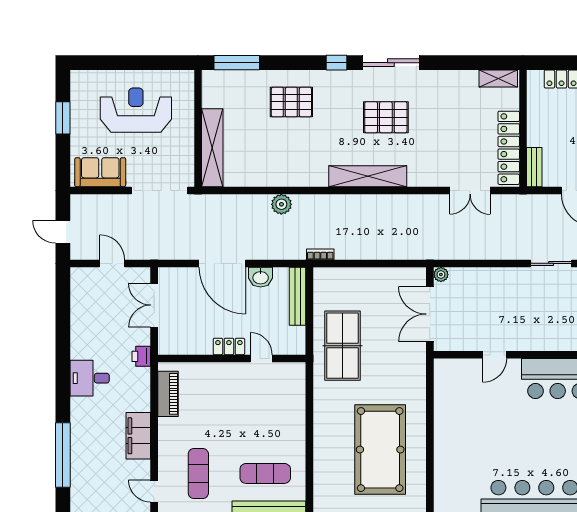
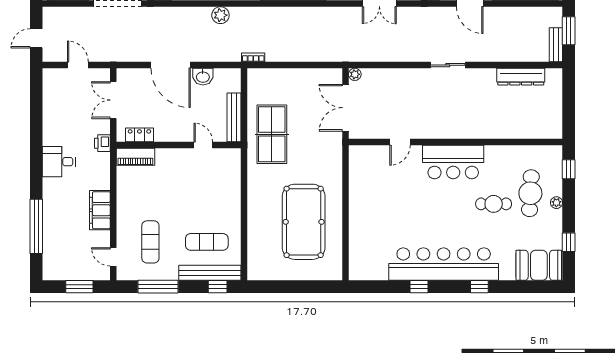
door: (63, 232) -> (36, 38), hinge flipped
bench: (298, 296) -> (234, 117), moved
locker: (229, 346) -> (139, 135), moved
piano: (168, 394) -> (135, 157), moved, turned 90

